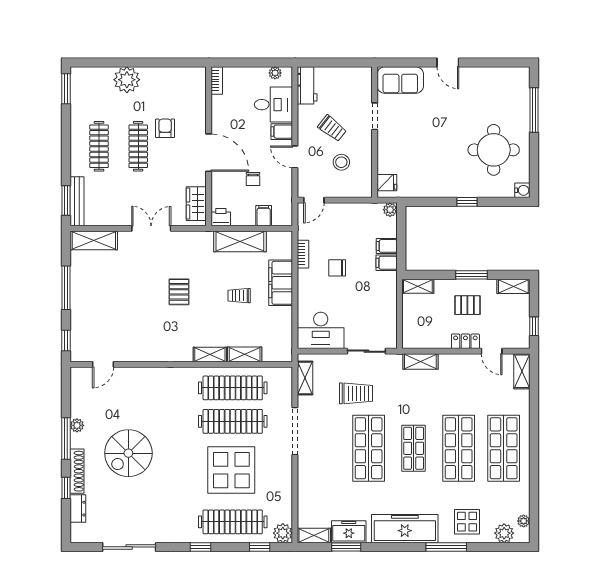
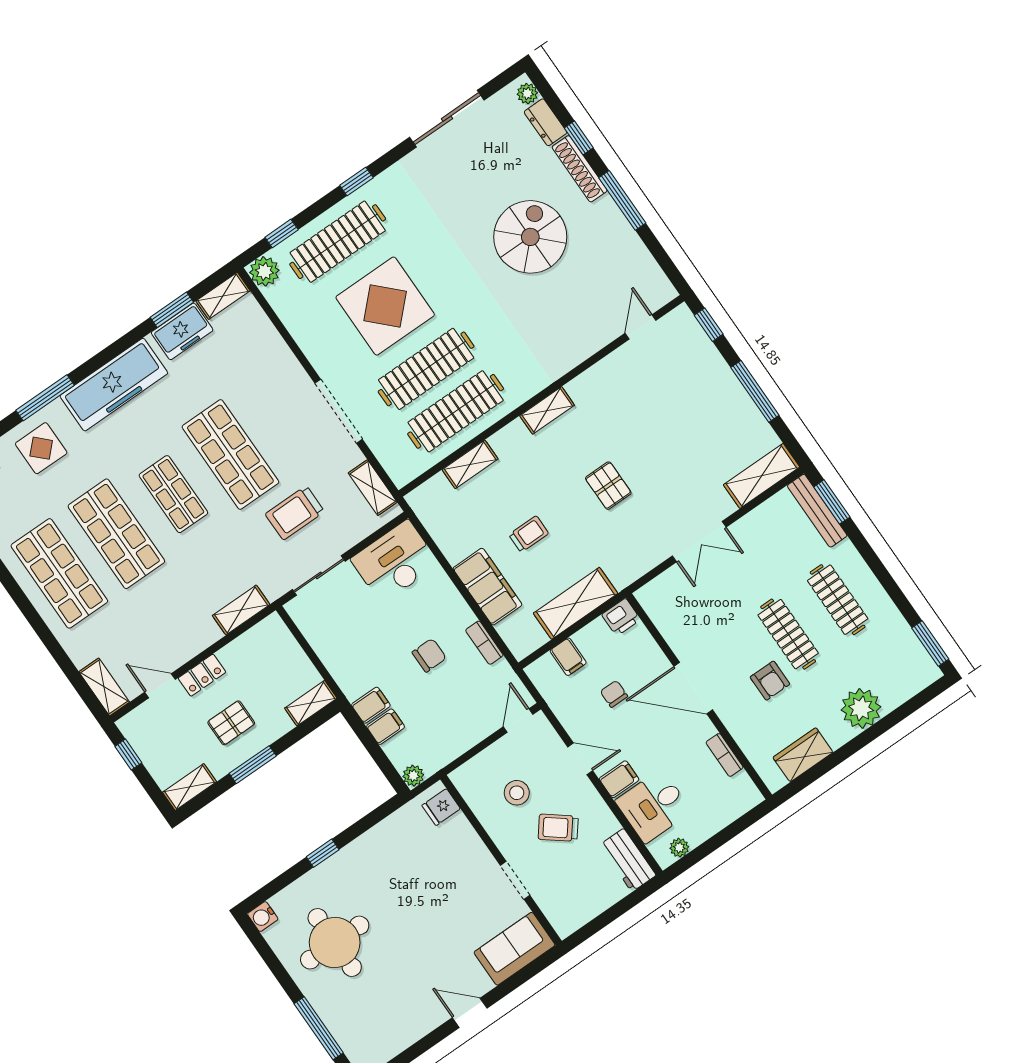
bookcase: (217, 81) -> (725, 755), moved
wardrobe: (196, 204) -> (803, 755), moved, turned -90
shelving: (210, 355) -> (547, 410), moved
plant: (77, 425) -> (527, 94), moved

